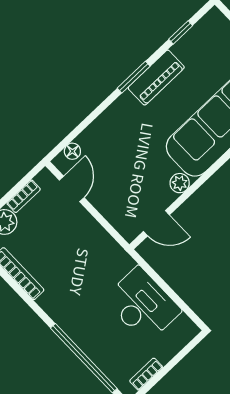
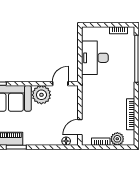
plant: (180, 183) -> (41, 95), width x1.87, depth x1.87
door: (156, 223) -> (60, 84), hinge flipped

